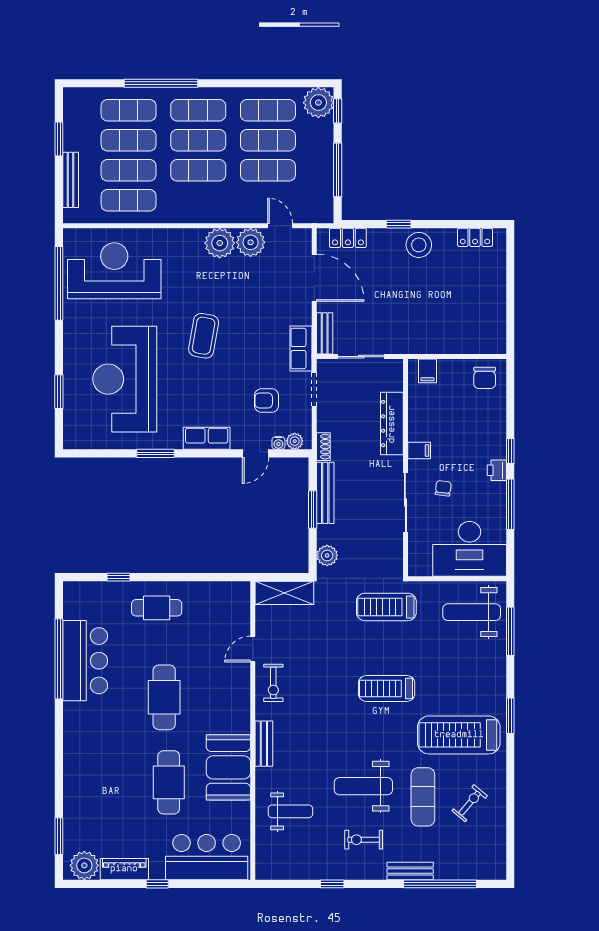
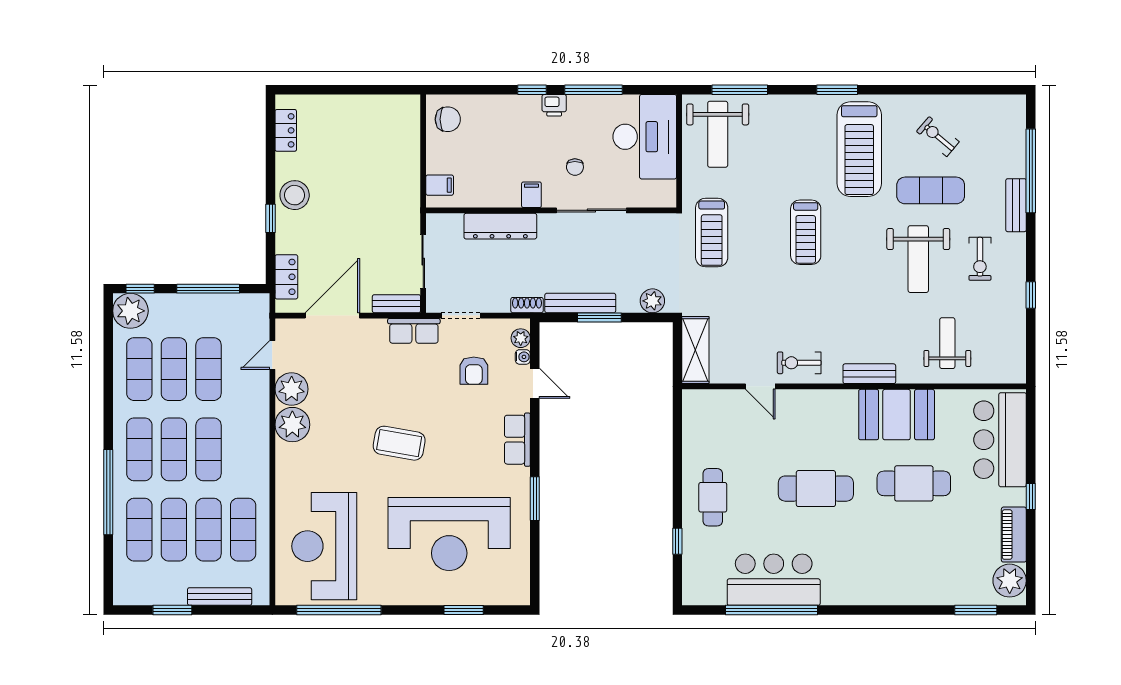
chair: (443, 488) -> (575, 167), turned -97
exercise bike: (273, 683) -> (799, 363), turned 180

